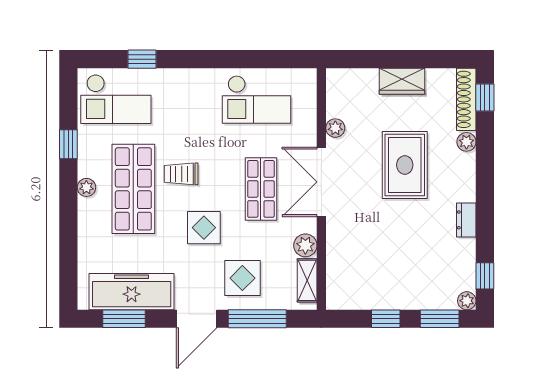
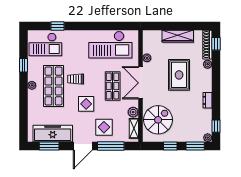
wardrobe: (402, 81) -> (178, 36), width x1.50
checkout: (256, 99) -> (110, 45), width x1.36, depth x1.21
spiral stairs: (359, 262) -> (158, 120), added

